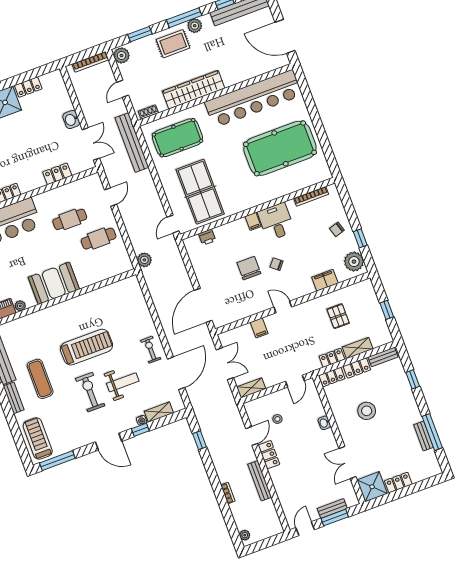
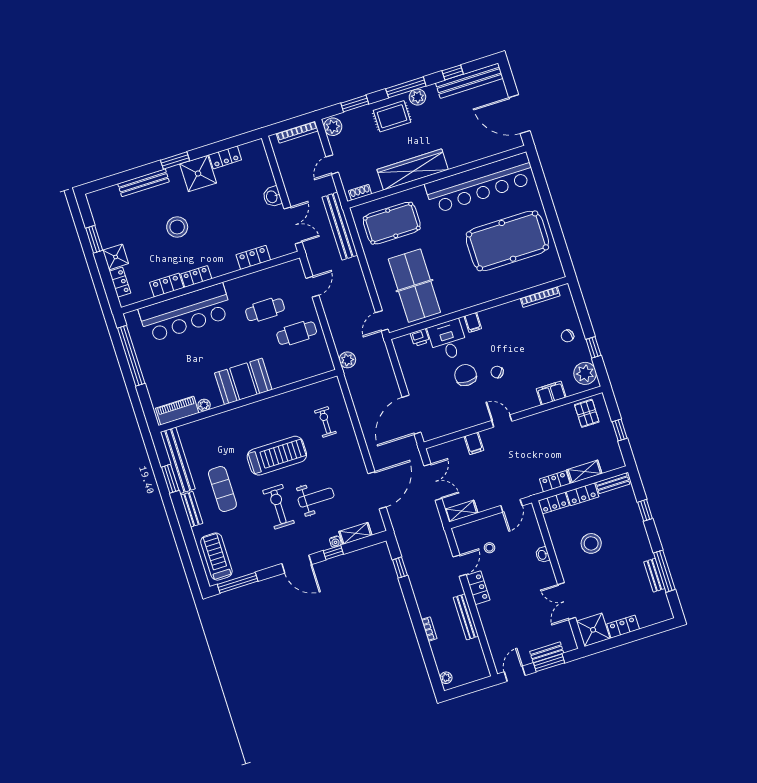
desk: (276, 222) -> (448, 340), moved
pallet: (338, 316) -> (587, 413), moved
exercise bike: (151, 350) -> (325, 422), moved

